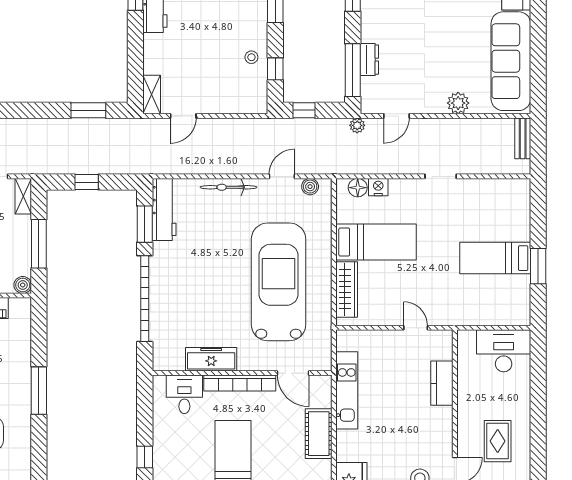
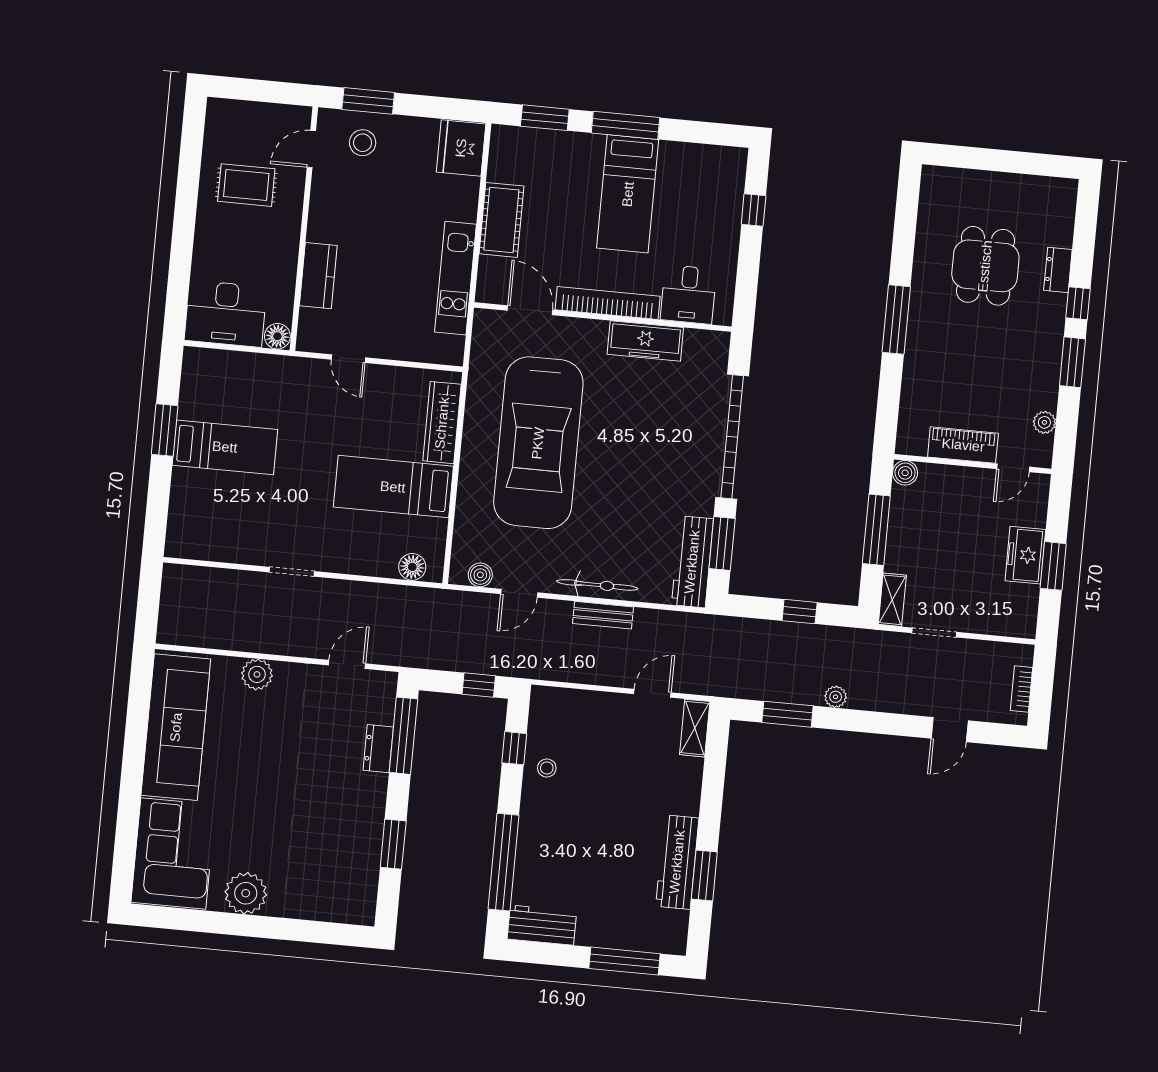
plant: (357, 125) -> (836, 697), moved
bench: (523, 138) -> (603, 615), moved, turned 90
nightstand: (378, 187) -> (383, 565), removed
floor lamp: (466, 338) -> (277, 336), added
rug: (498, 441) -> (246, 185), turned 90

